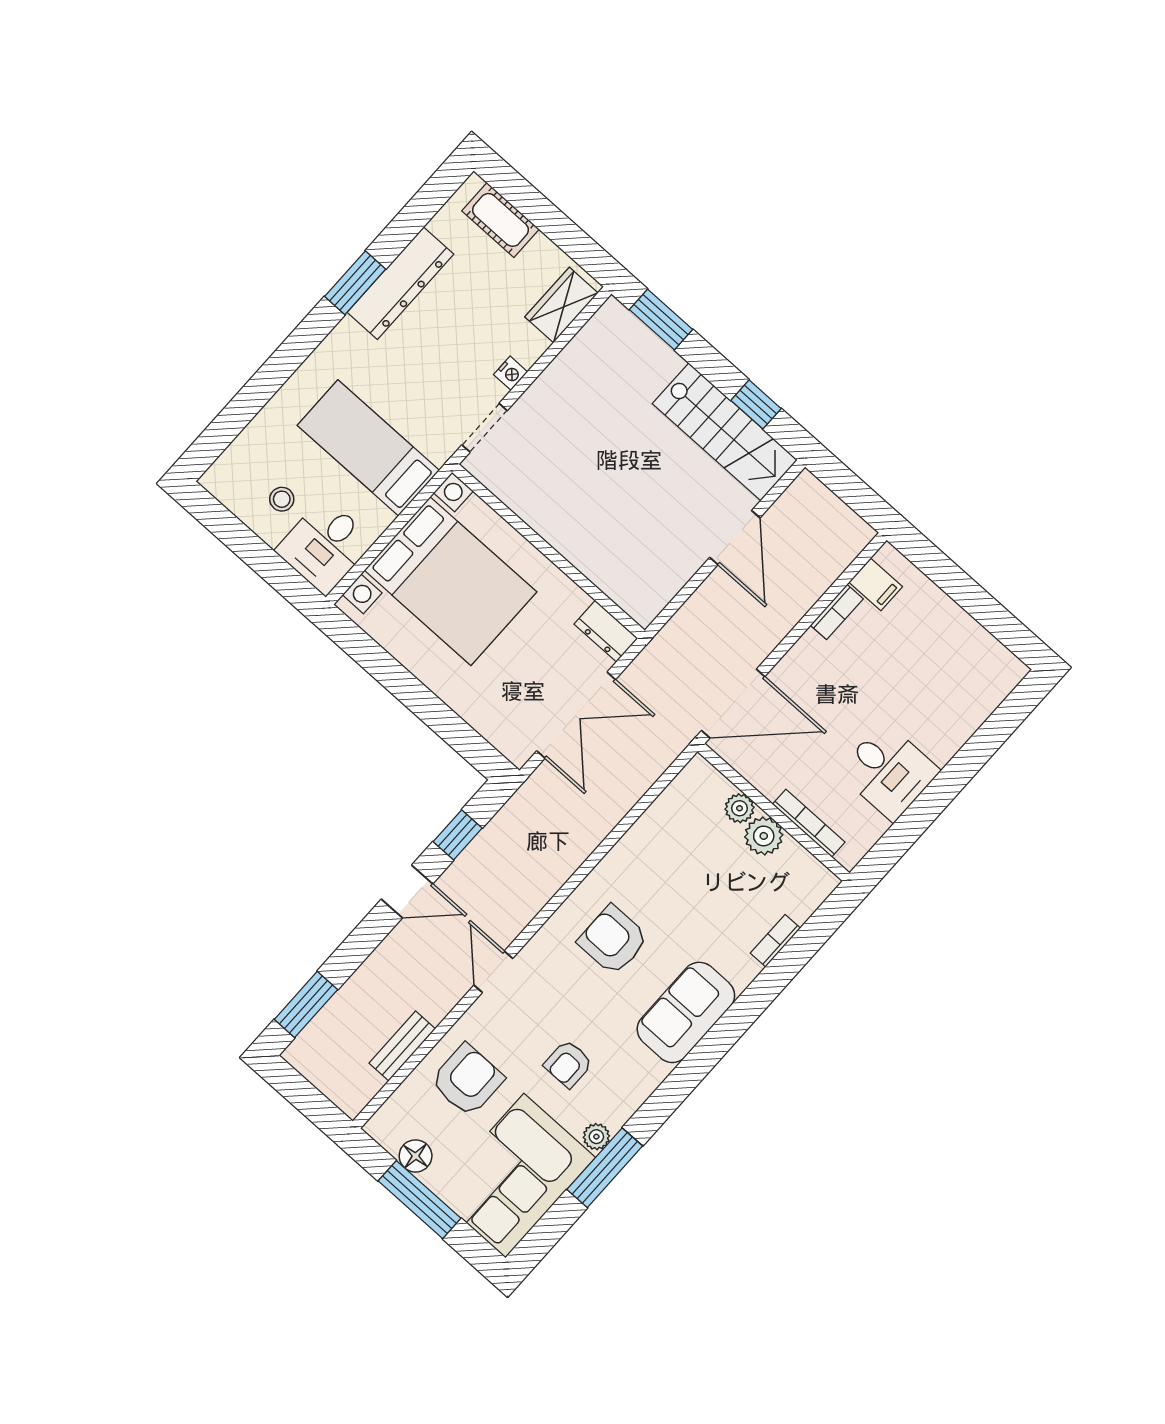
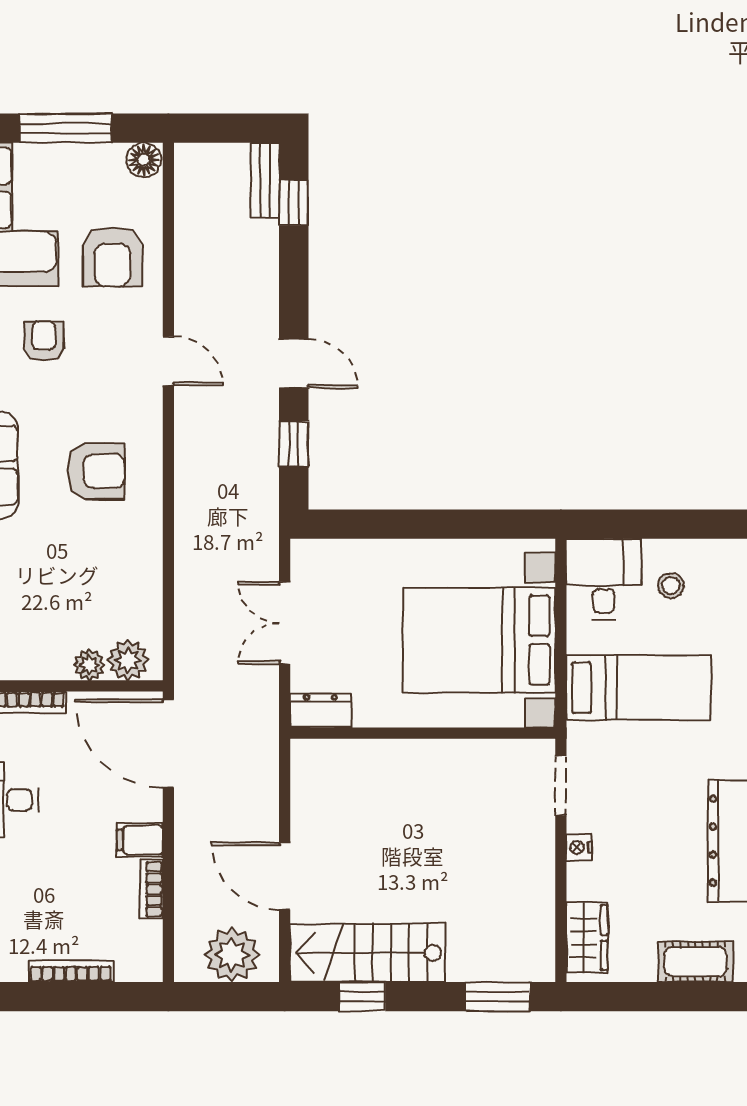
plant: (821, 516) -> (232, 955), added
filing cabinet: (876, 584) -> (140, 840), moved
bookcase: (945, 605) -> (71, 971), added
door: (733, 704) -> (168, 743), hinge flipped
double door: (576, 715) -> (285, 623), width x0.73
plant: (764, 836) -> (128, 660), moved
door: (407, 891) -> (294, 363), swing flipped
window: (306, 1004) -> (294, 202), width x0.67
bench: (402, 1046) -> (265, 180), moved
floor lamp: (416, 1156) -> (144, 160), moved

